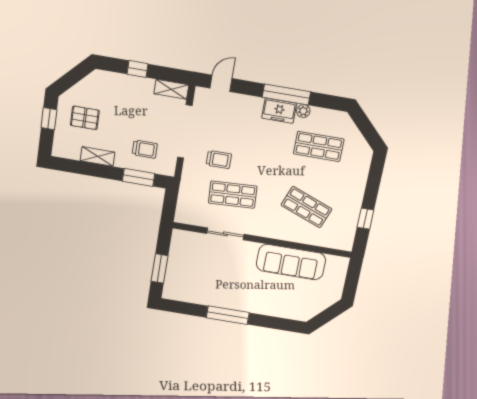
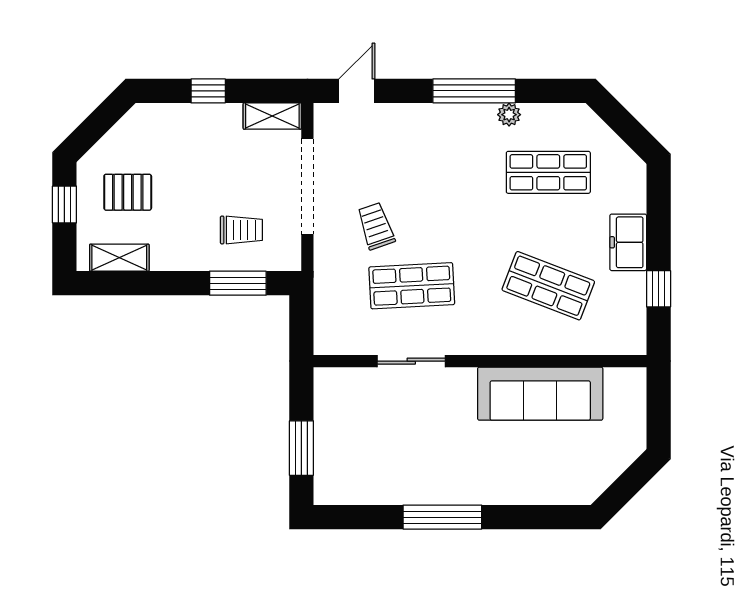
freezer: (279, 111) -> (628, 242), moved, turned 90
shelving: (98, 156) -> (119, 258), moved
trolley: (219, 160) -> (376, 226), turned -109

